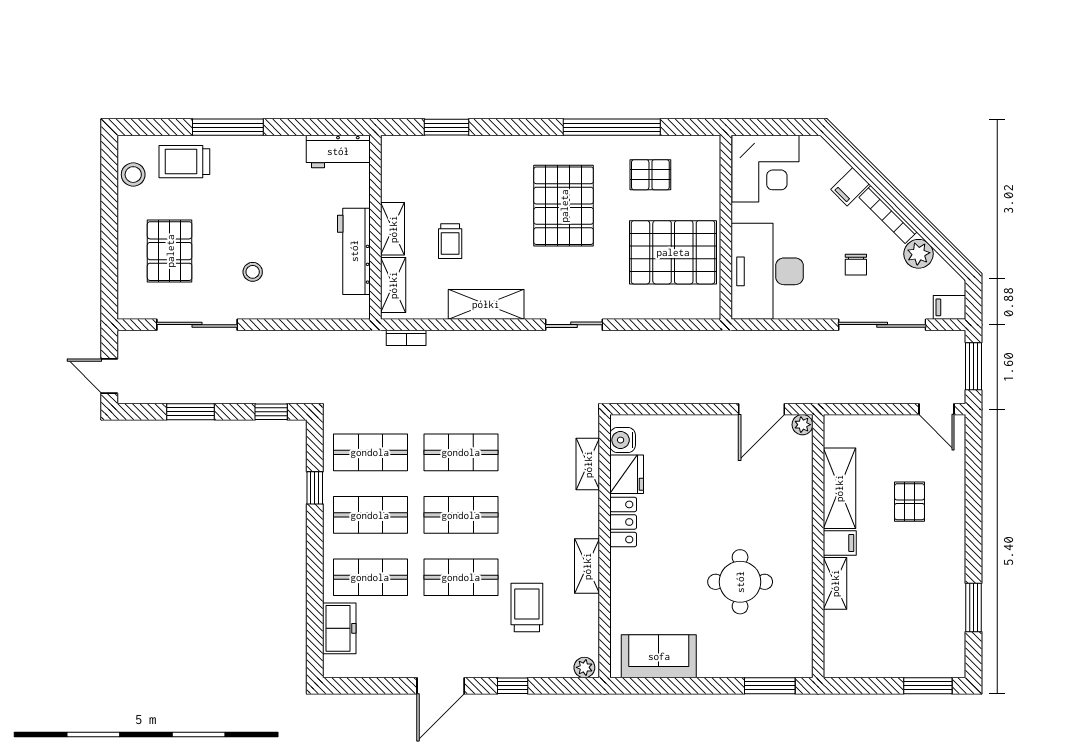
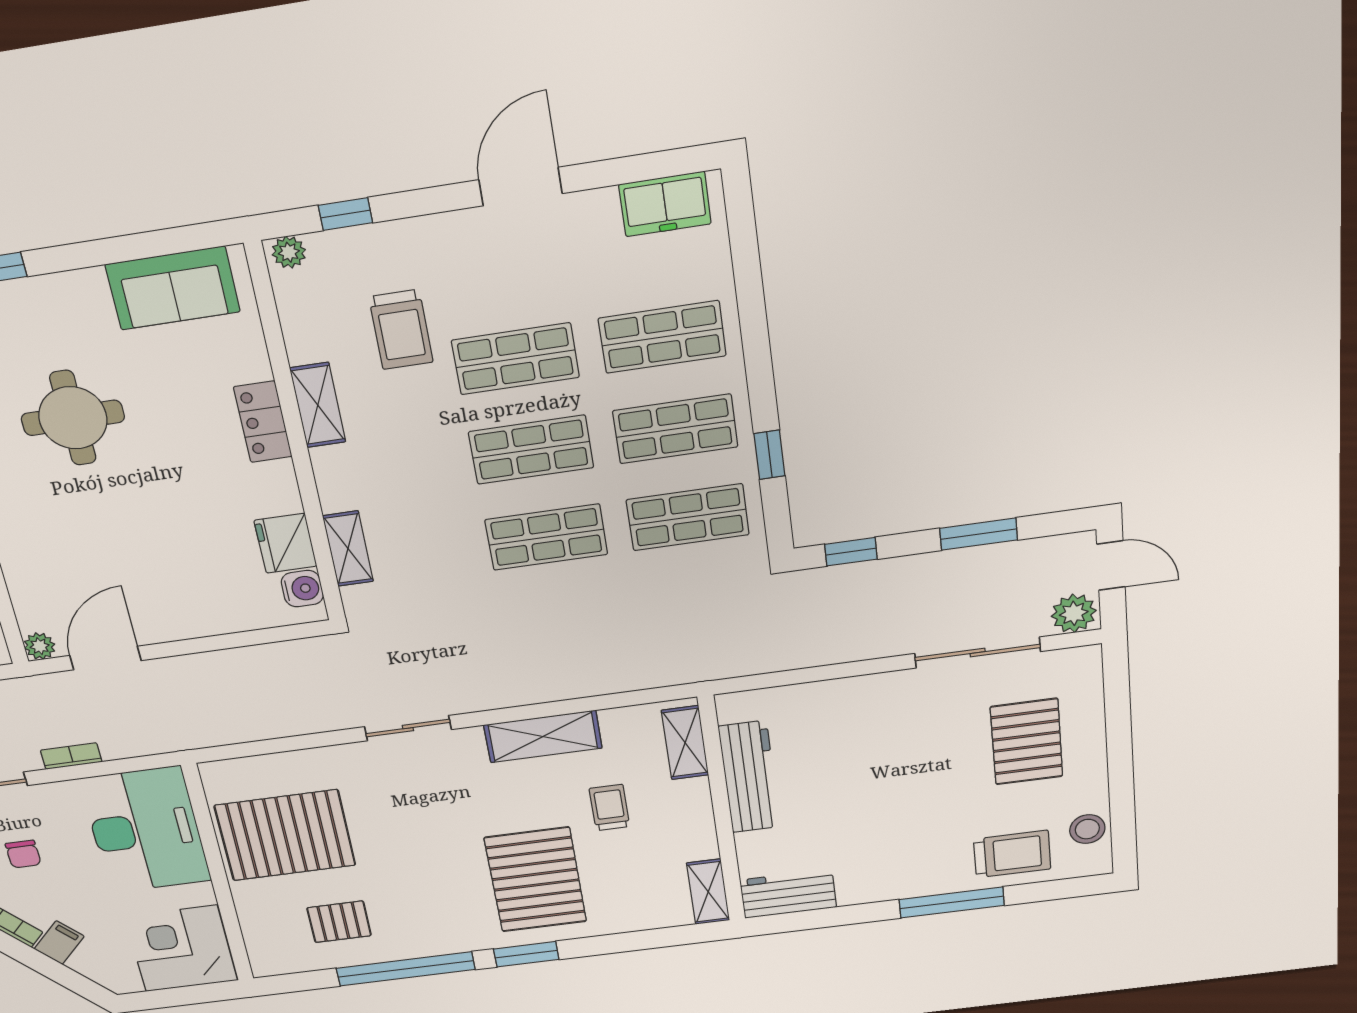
window: (447, 127) -> (526, 954), moved
pallet: (564, 206) -> (536, 880), moved
shelving: (393, 229) -> (708, 892), moved
chair: (856, 265) -> (23, 854), turned 180
stool: (253, 272) -> (898, 732), removed
bookcase: (406, 338) -> (71, 756), moved
plant: (134, 344) -> (1074, 613), added
locker: (623, 522) -> (263, 422), moved
freezer: (339, 628) -> (665, 204), moved, turned -90
window: (513, 686) -> (345, 214), moved

